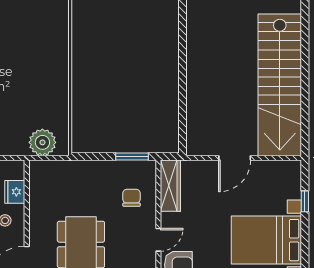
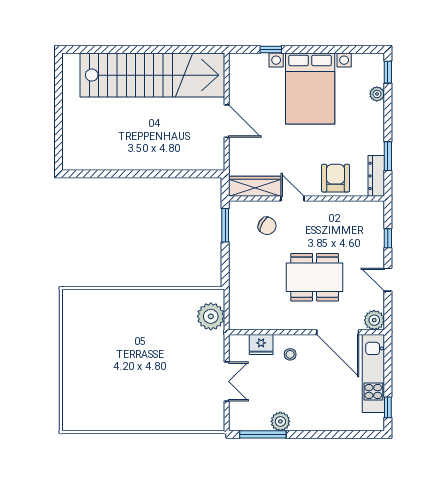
chair: (132, 198) -> (267, 226), turned -149
door: (158, 240) -> (293, 199), moved

